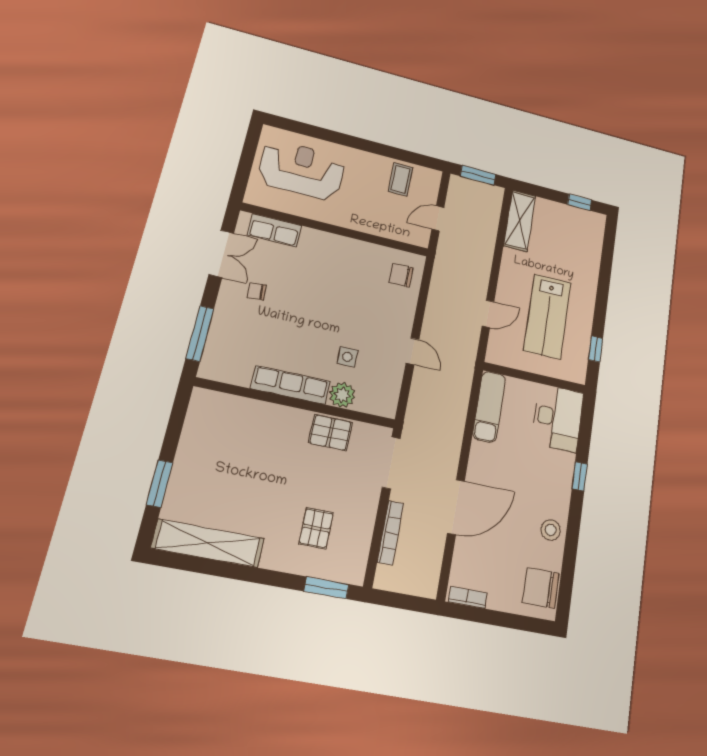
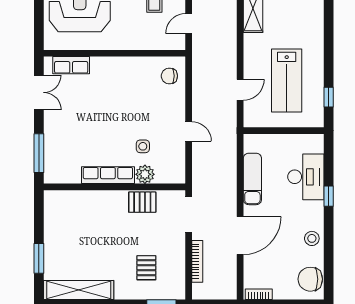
chair: (257, 291) -> (70, 114), removed
exam couch: (489, 407) -> (252, 179), moved
desk: (558, 418) -> (306, 177), moved

